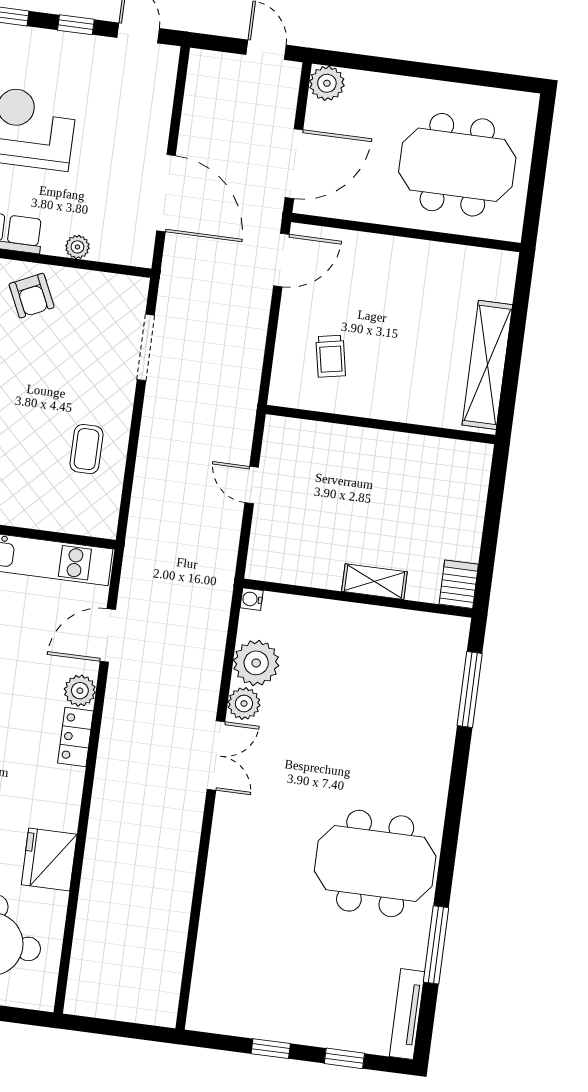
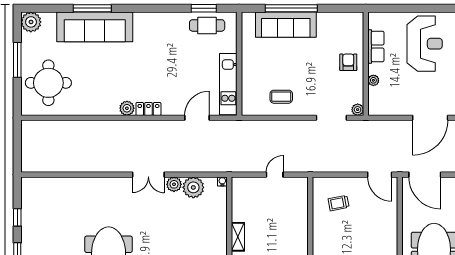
door: (166, 193) -> (430, 118), moved
plant: (136, 289) -> (358, 110), added
armchair: (32, 296) -> (348, 62), turned 115
door: (108, 635) -> (197, 118), hinge flipped
plant: (80, 691) -> (127, 108), moved
fridge: (49, 859) -> (91, 104), removed

